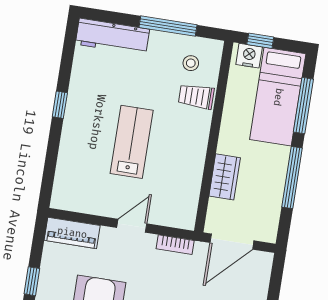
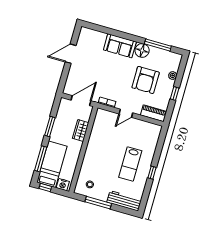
window: (260, 41) -> (45, 188), moved
trolley: (196, 97) -> (89, 169), removed
lab bench: (132, 142) -> (130, 164), moved
window: (292, 177) -> (50, 127), width x0.69

